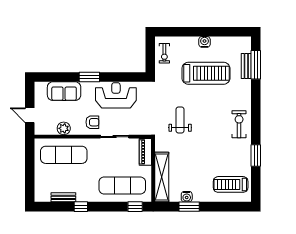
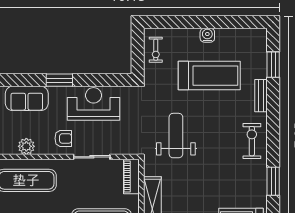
window: (256, 65) -> (273, 65), width x0.69
bench: (246, 66) -> (261, 96), moved
weight bench: (180, 120) -> (176, 136), width x1.36, depth x1.33

